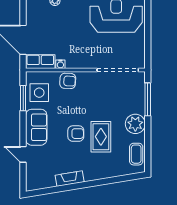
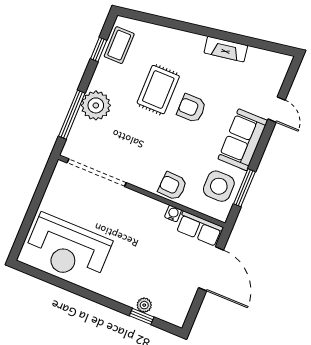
plant: (135, 124) -> (96, 105), moved
window: (148, 146) -> (99, 49), added

